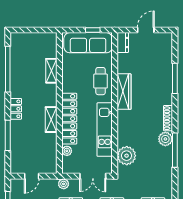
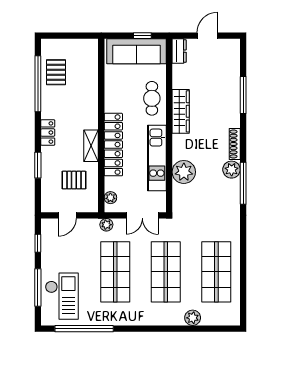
pallet: (22, 60) -> (56, 72), added
shelving: (51, 71) -> (91, 86), removed
window: (8, 135) -> (38, 165), width x0.69
pallet: (37, 148) -> (74, 180), added
plant: (67, 151) -> (110, 198), moved
plant: (127, 156) -> (184, 172), moved

